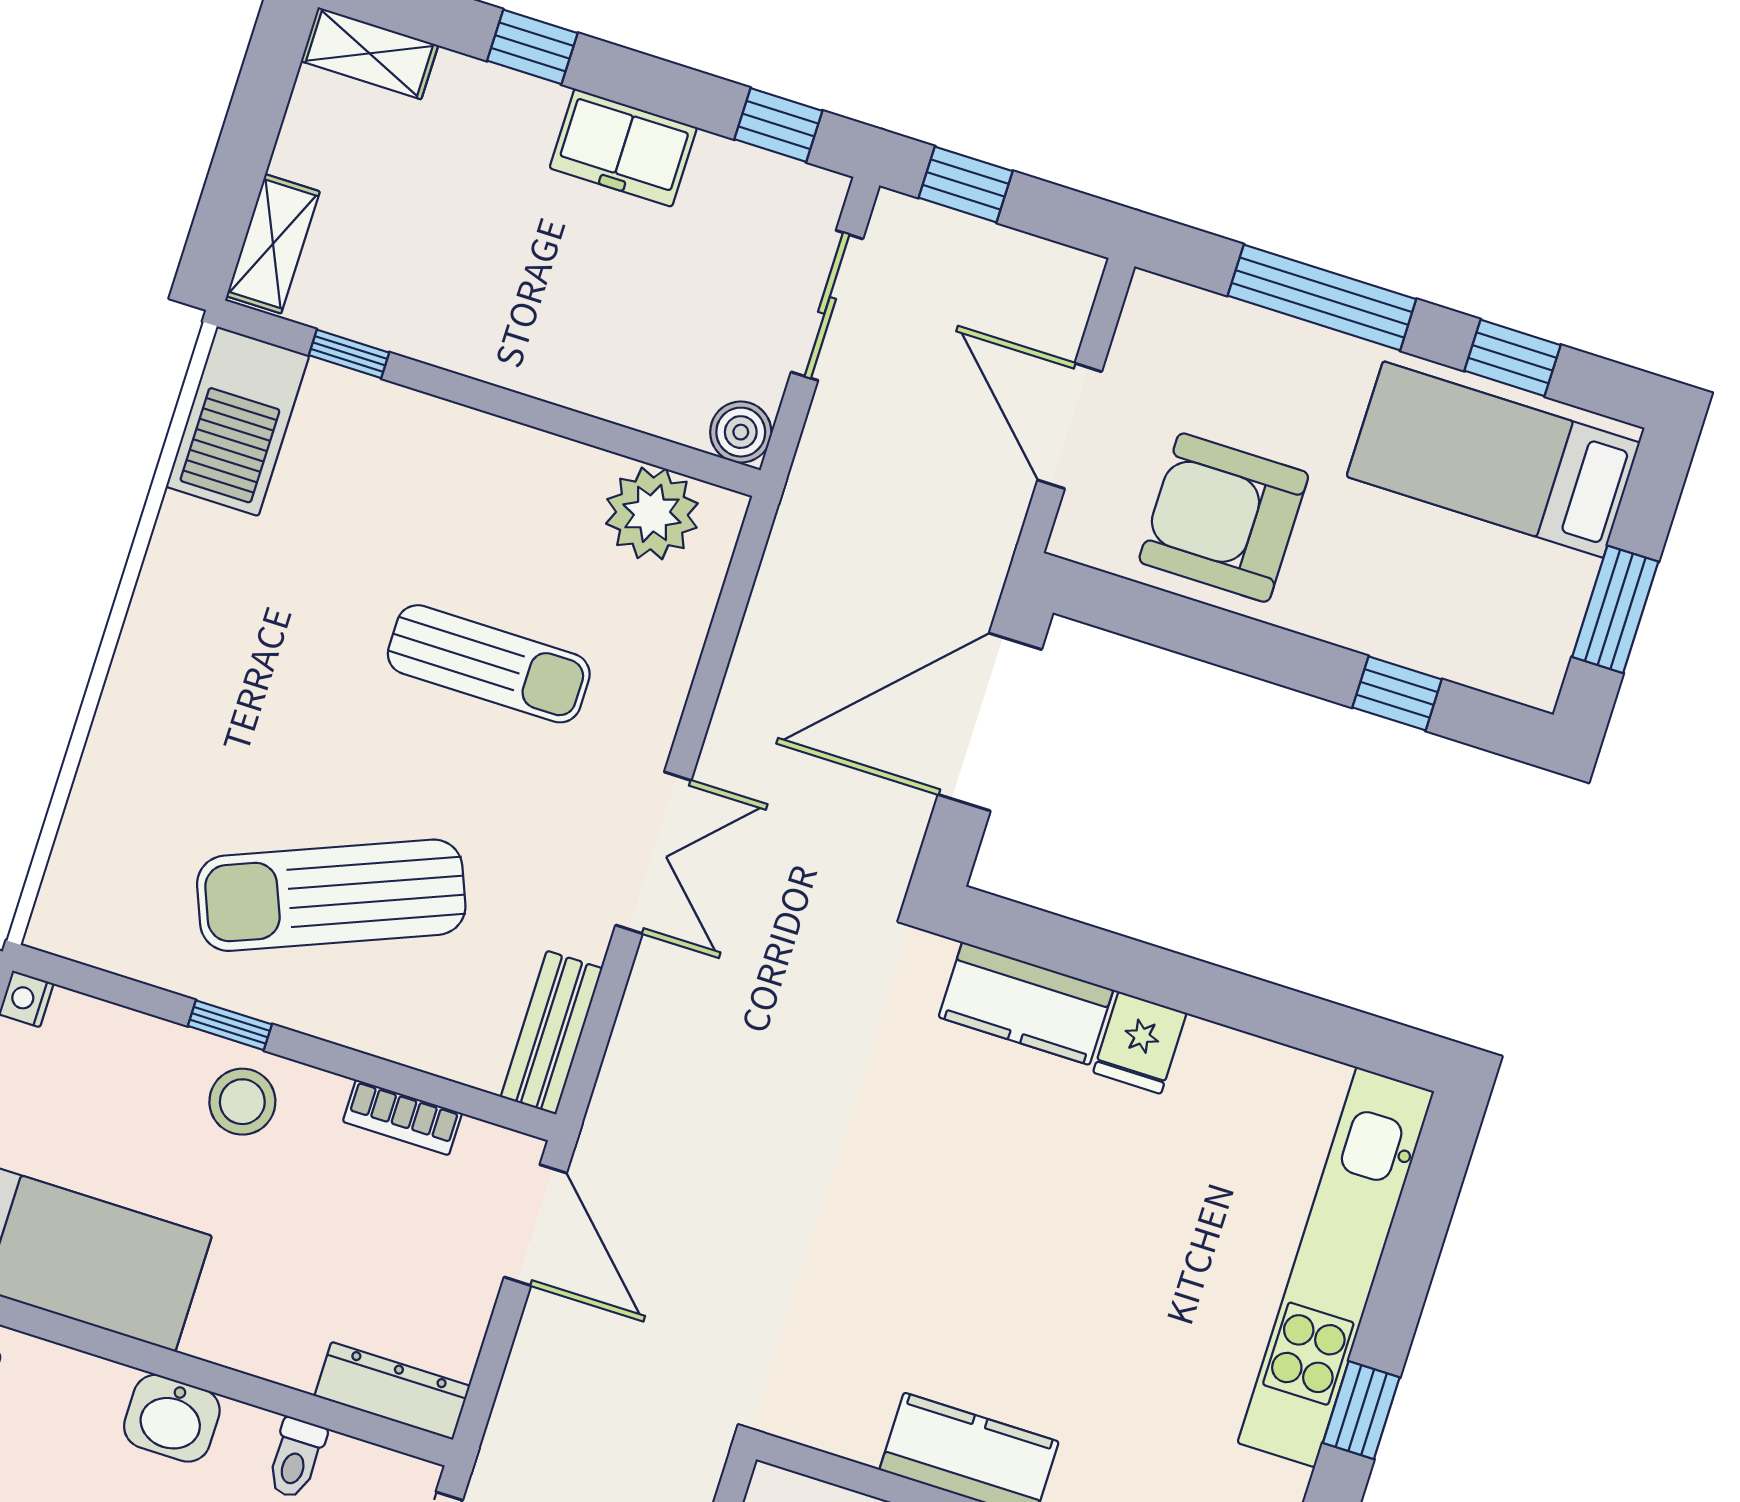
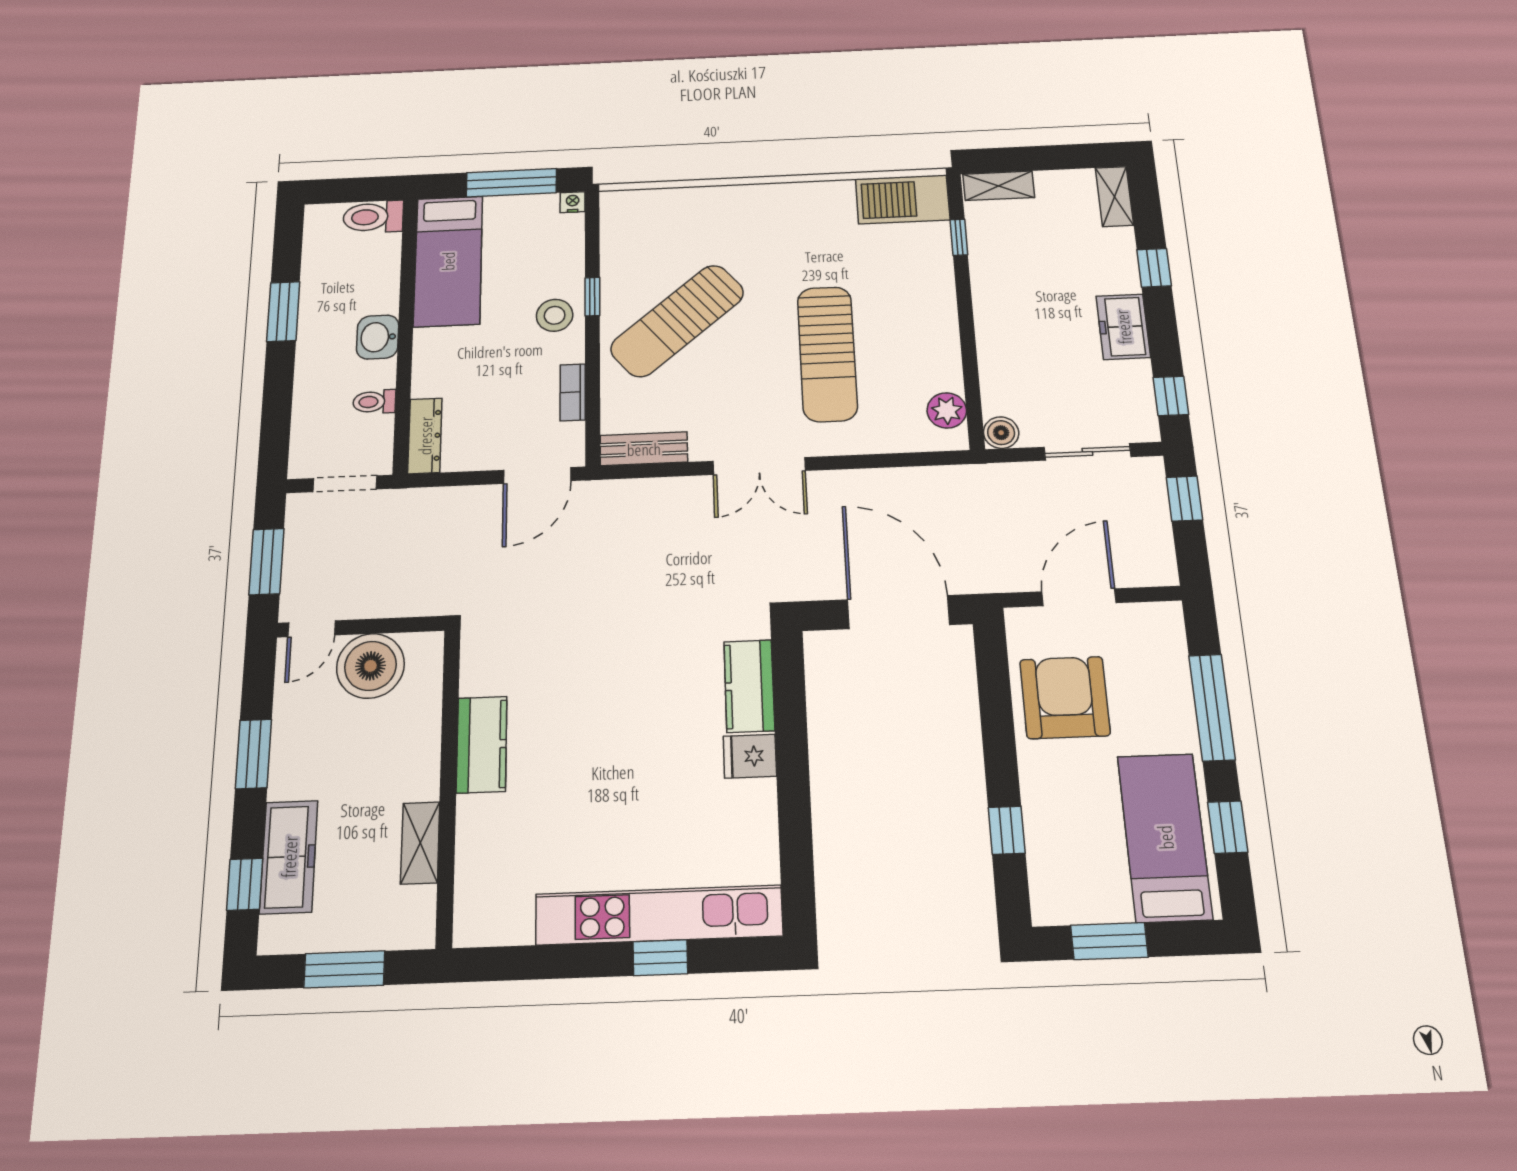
plant: (652, 513) -> (947, 410), width x0.73, depth x0.73
sun lounger: (489, 664) -> (827, 354), width x1.36, depth x1.34
sun lounger: (331, 895) -> (677, 321), turned -108
window: (1361, 1410) -> (660, 958), moved

